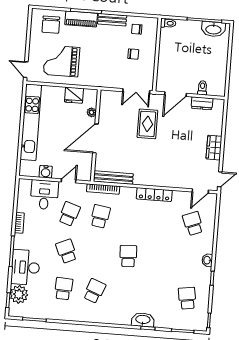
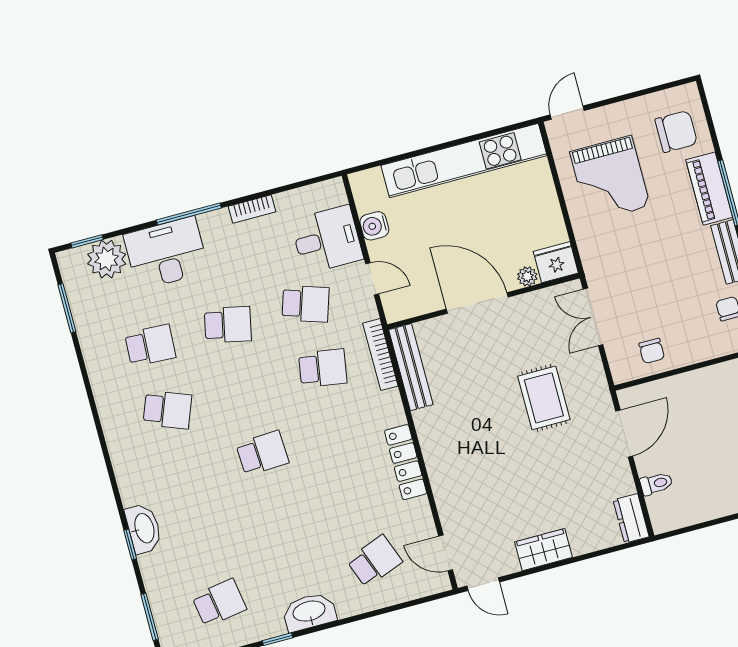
chair: (51, 25) -> (676, 131), turned 180
chair: (133, 54) -> (652, 351), moved
grand piano: (62, 61) -> (610, 179), turned 180
double door: (136, 91) -> (593, 317), moved
door: (175, 94) -> (624, 433), swing flipped
fridge: (74, 95) -> (556, 262), moved, turned 90
dresser: (202, 103) -> (631, 518), moved
rug: (147, 124) -> (544, 398), turned 90
school desk: (66, 251) -> (228, 325), turned 36
washbasin: (207, 260) -> (309, 612), width x1.91, depth x1.45

